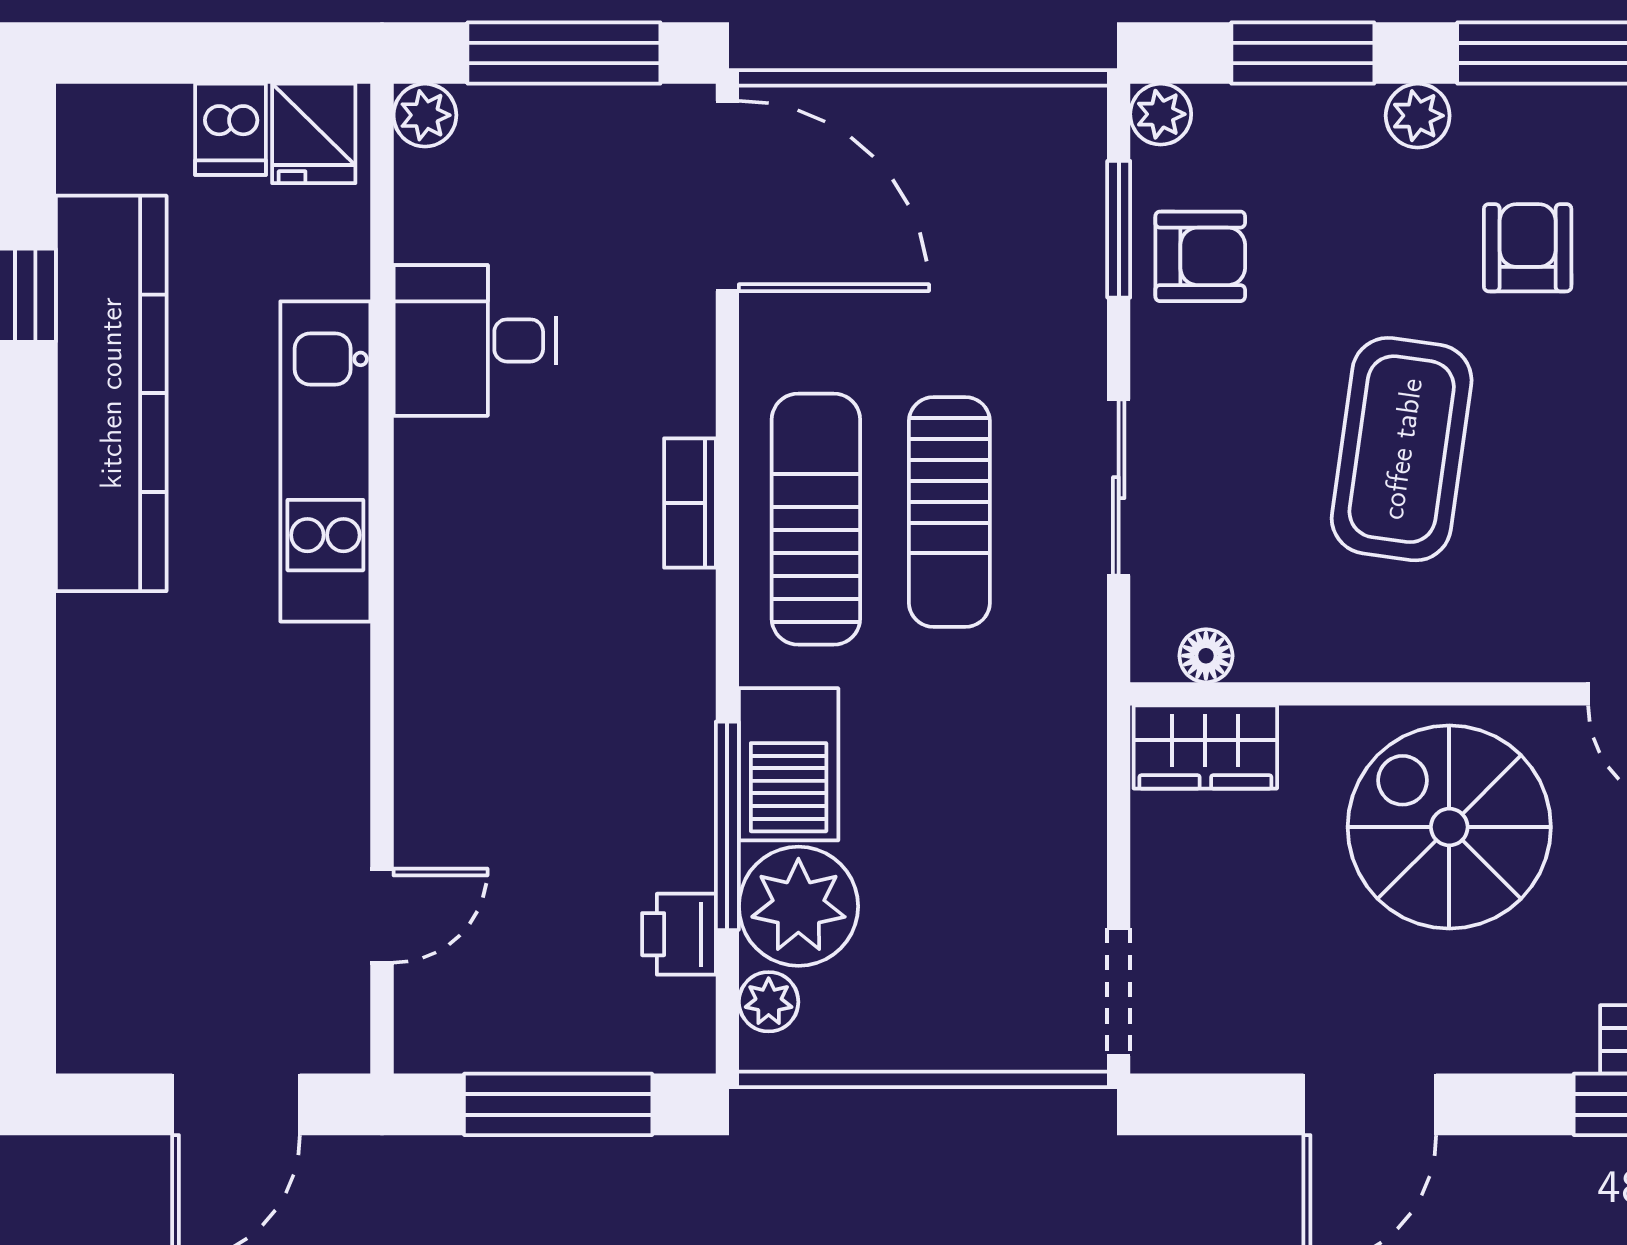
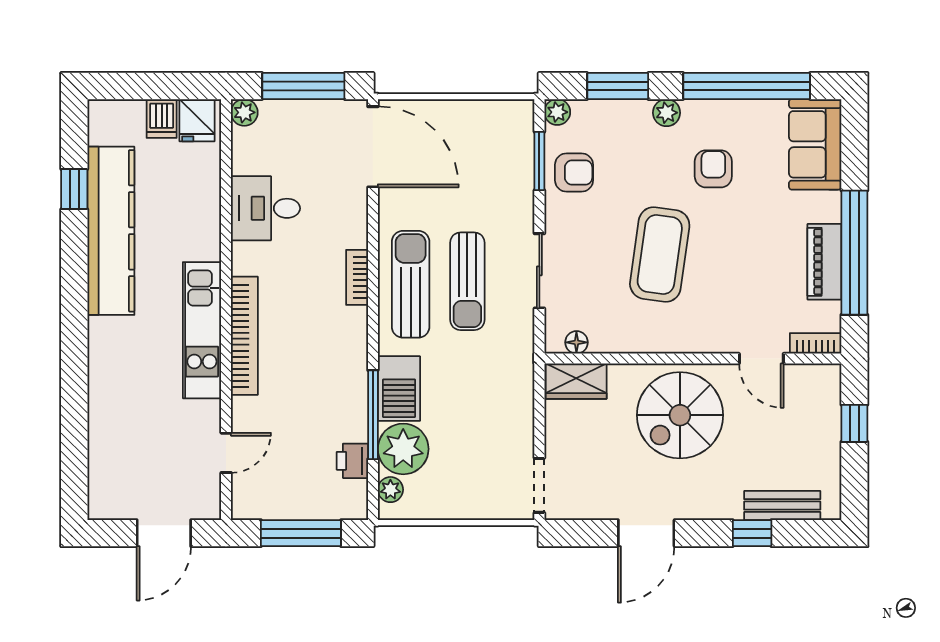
kitchen unit: (325, 461) -> (202, 330), moved
bookcase: (425, 640) -> (244, 336), added
spiral stairs: (1449, 827) -> (680, 415), turned -90

